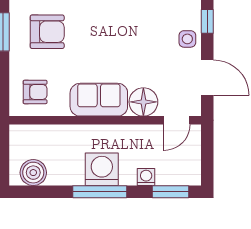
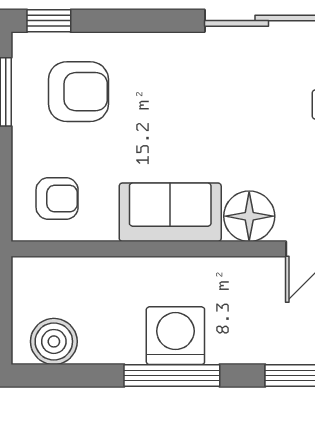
washing machine: (146, 177) -> (254, 349), removed

